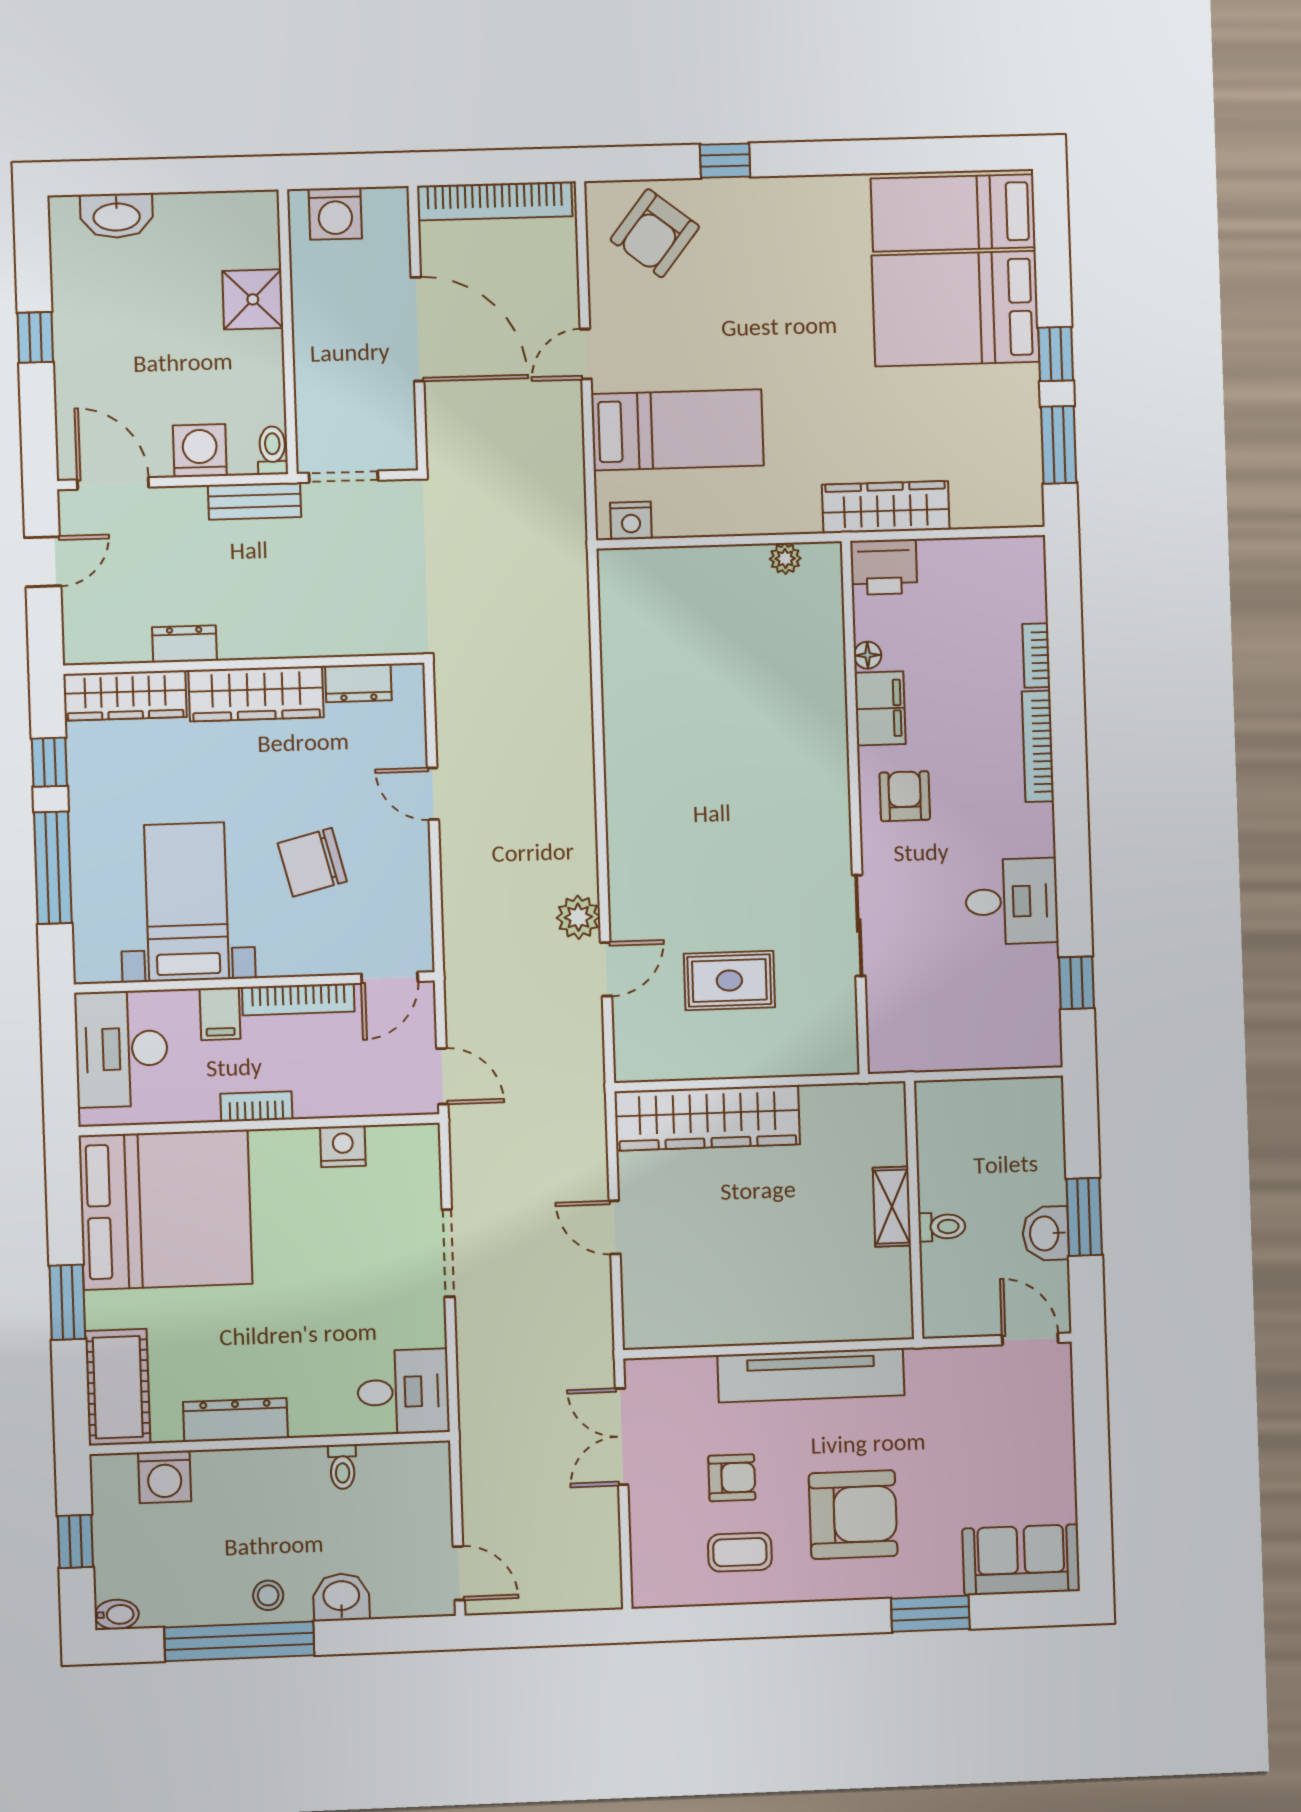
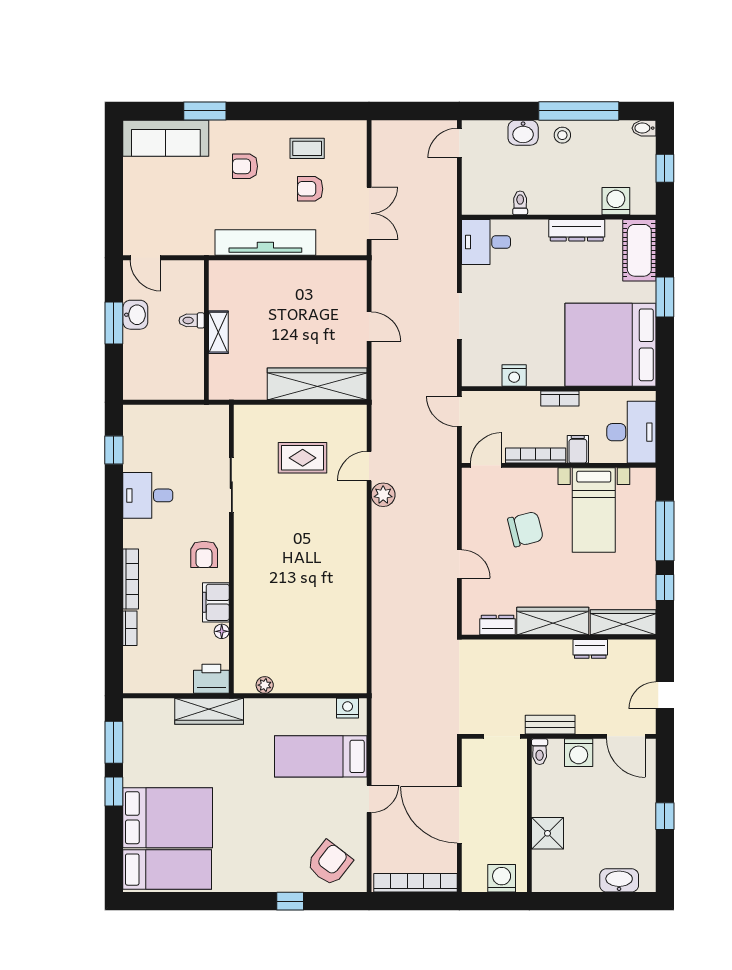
armchair: (853, 1515) -> (245, 166), width x0.53, depth x0.53
sofa: (1021, 1560) -> (166, 138), width x1.36
door: (459, 1573) -> (459, 143), hinge flipped

